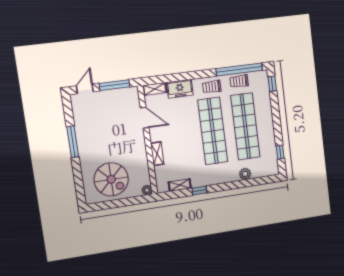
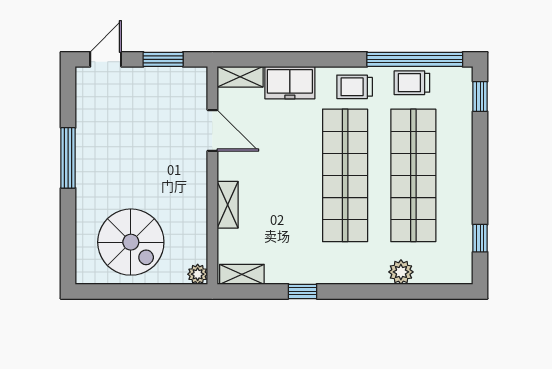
window: (114, 85) -> (163, 59), width x0.69
shelving: (180, 185) -> (242, 274), moved

